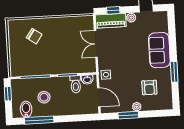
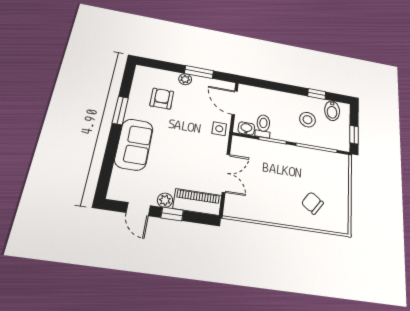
window: (113, 10) -> (172, 214), moved
window: (39, 120) -> (317, 94), width x0.46

